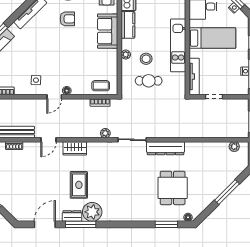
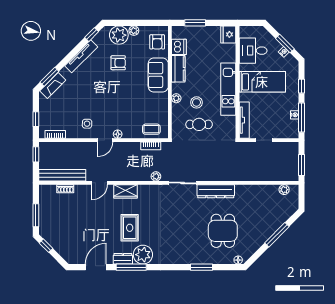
window: (166, 224) -> (202, 267), moved

